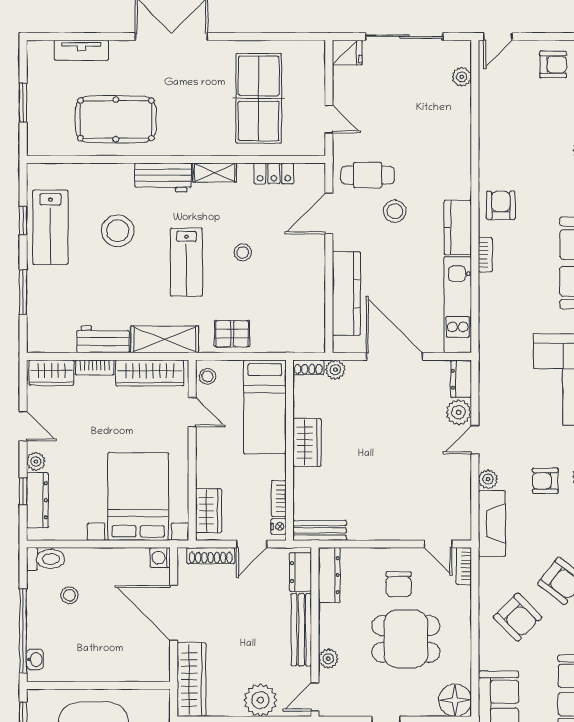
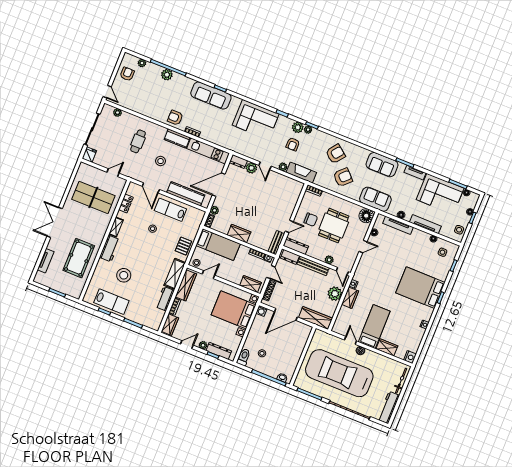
cafe table: (368, 175) -> (138, 141), moved
lab bench: (186, 262) -> (170, 210), moved, turned 180
door: (438, 544) -> (289, 226), moved

